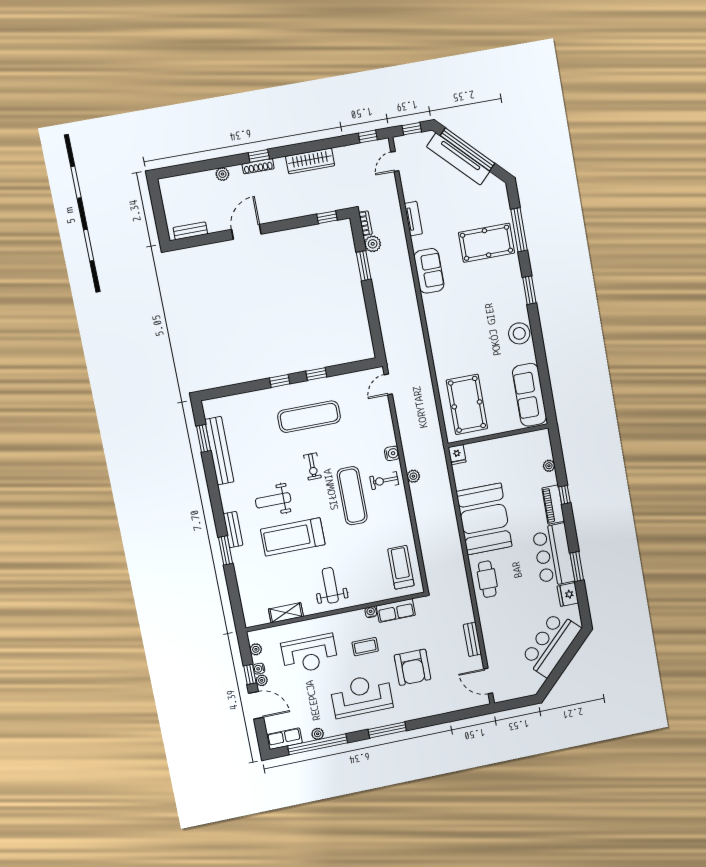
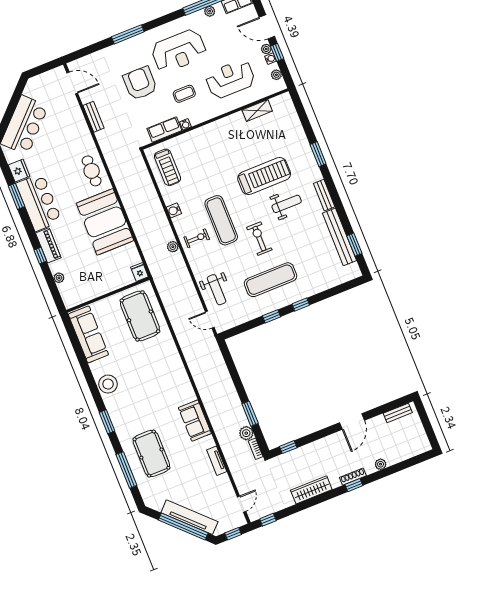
pool table: (487, 243) -> (151, 454), turned 90
door: (388, 384) -> (210, 320), swing flipped
water cooler: (392, 453) -> (174, 210), moved
exercise bike: (312, 466) -> (259, 239), width x1.38, depth x1.39
bench: (233, 530) -> (324, 195), moved
weight bench: (330, 585) -> (217, 290), moved
window: (387, 730) -> (128, 34), moved

